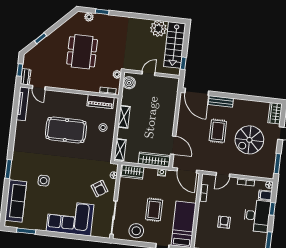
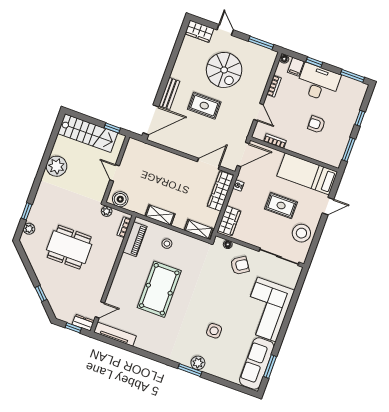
plant: (158, 29) -> (57, 166), moved
plant: (16, 174) -> (198, 363), added
sofa: (16, 201) -> (257, 363), moved, turned -90

